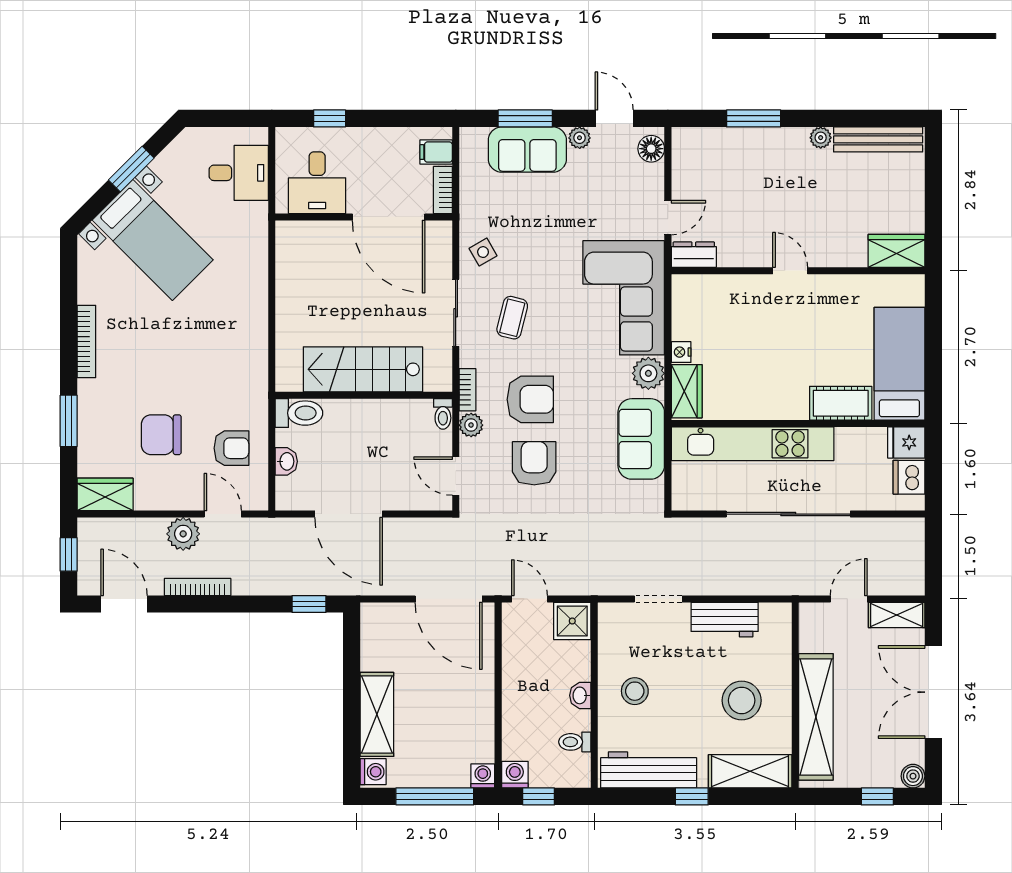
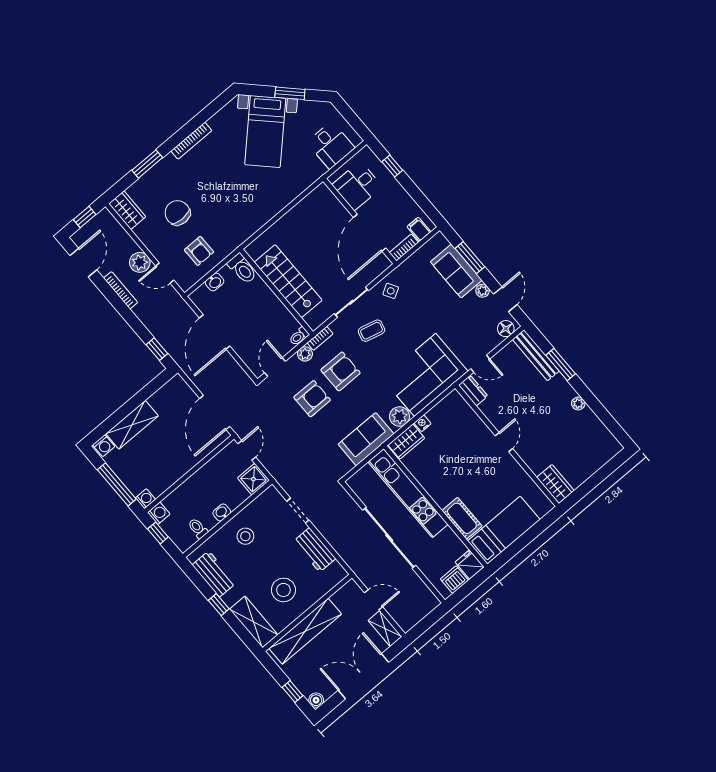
bench: (878, 139) -> (536, 355), moved
armchair: (530, 399) -> (340, 371), turned -90
door: (223, 514) -> (165, 273), swing flipped
workbench: (649, 770) -> (214, 574), width x0.73

